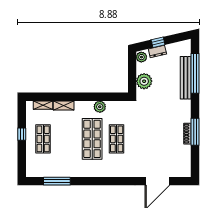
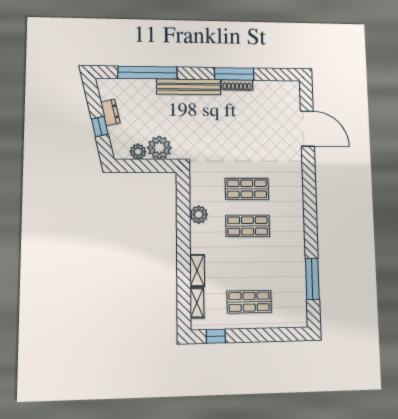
dresser: (157, 51) -> (110, 112), moved
plant: (141, 57) -> (138, 152), moved
bench: (186, 78) -> (189, 87), moved
window: (22, 134) -> (216, 336), moved
shop shelf: (92, 139) -> (248, 226), width x0.70, depth x0.74

